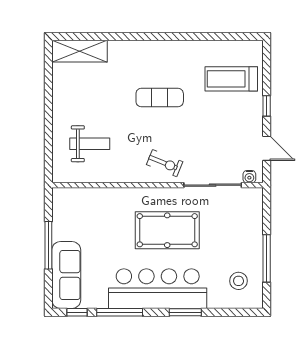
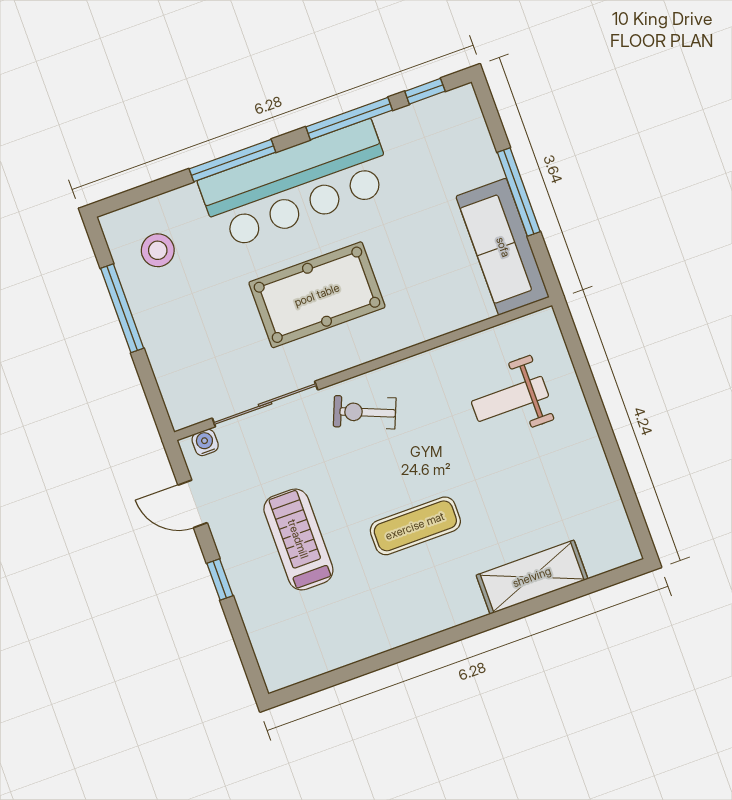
shelving: (80, 51) -> (532, 577), moved
treadmill: (231, 79) -> (298, 539), moved, turned -90
sofa: (66, 275) -> (503, 247), moved
window: (185, 312) -> (232, 161), width x1.44

